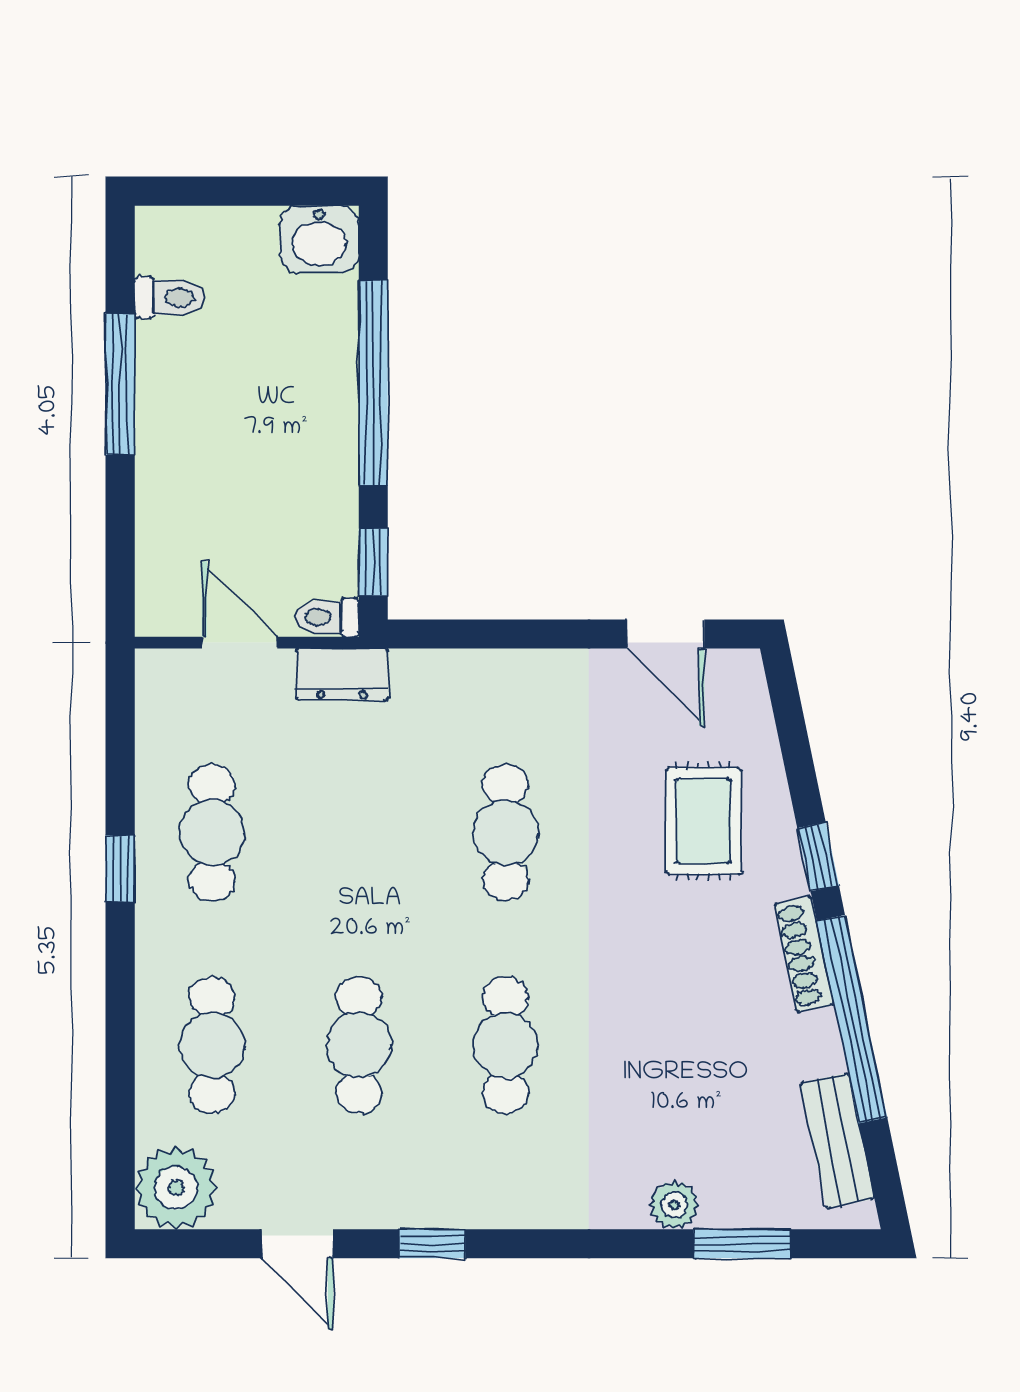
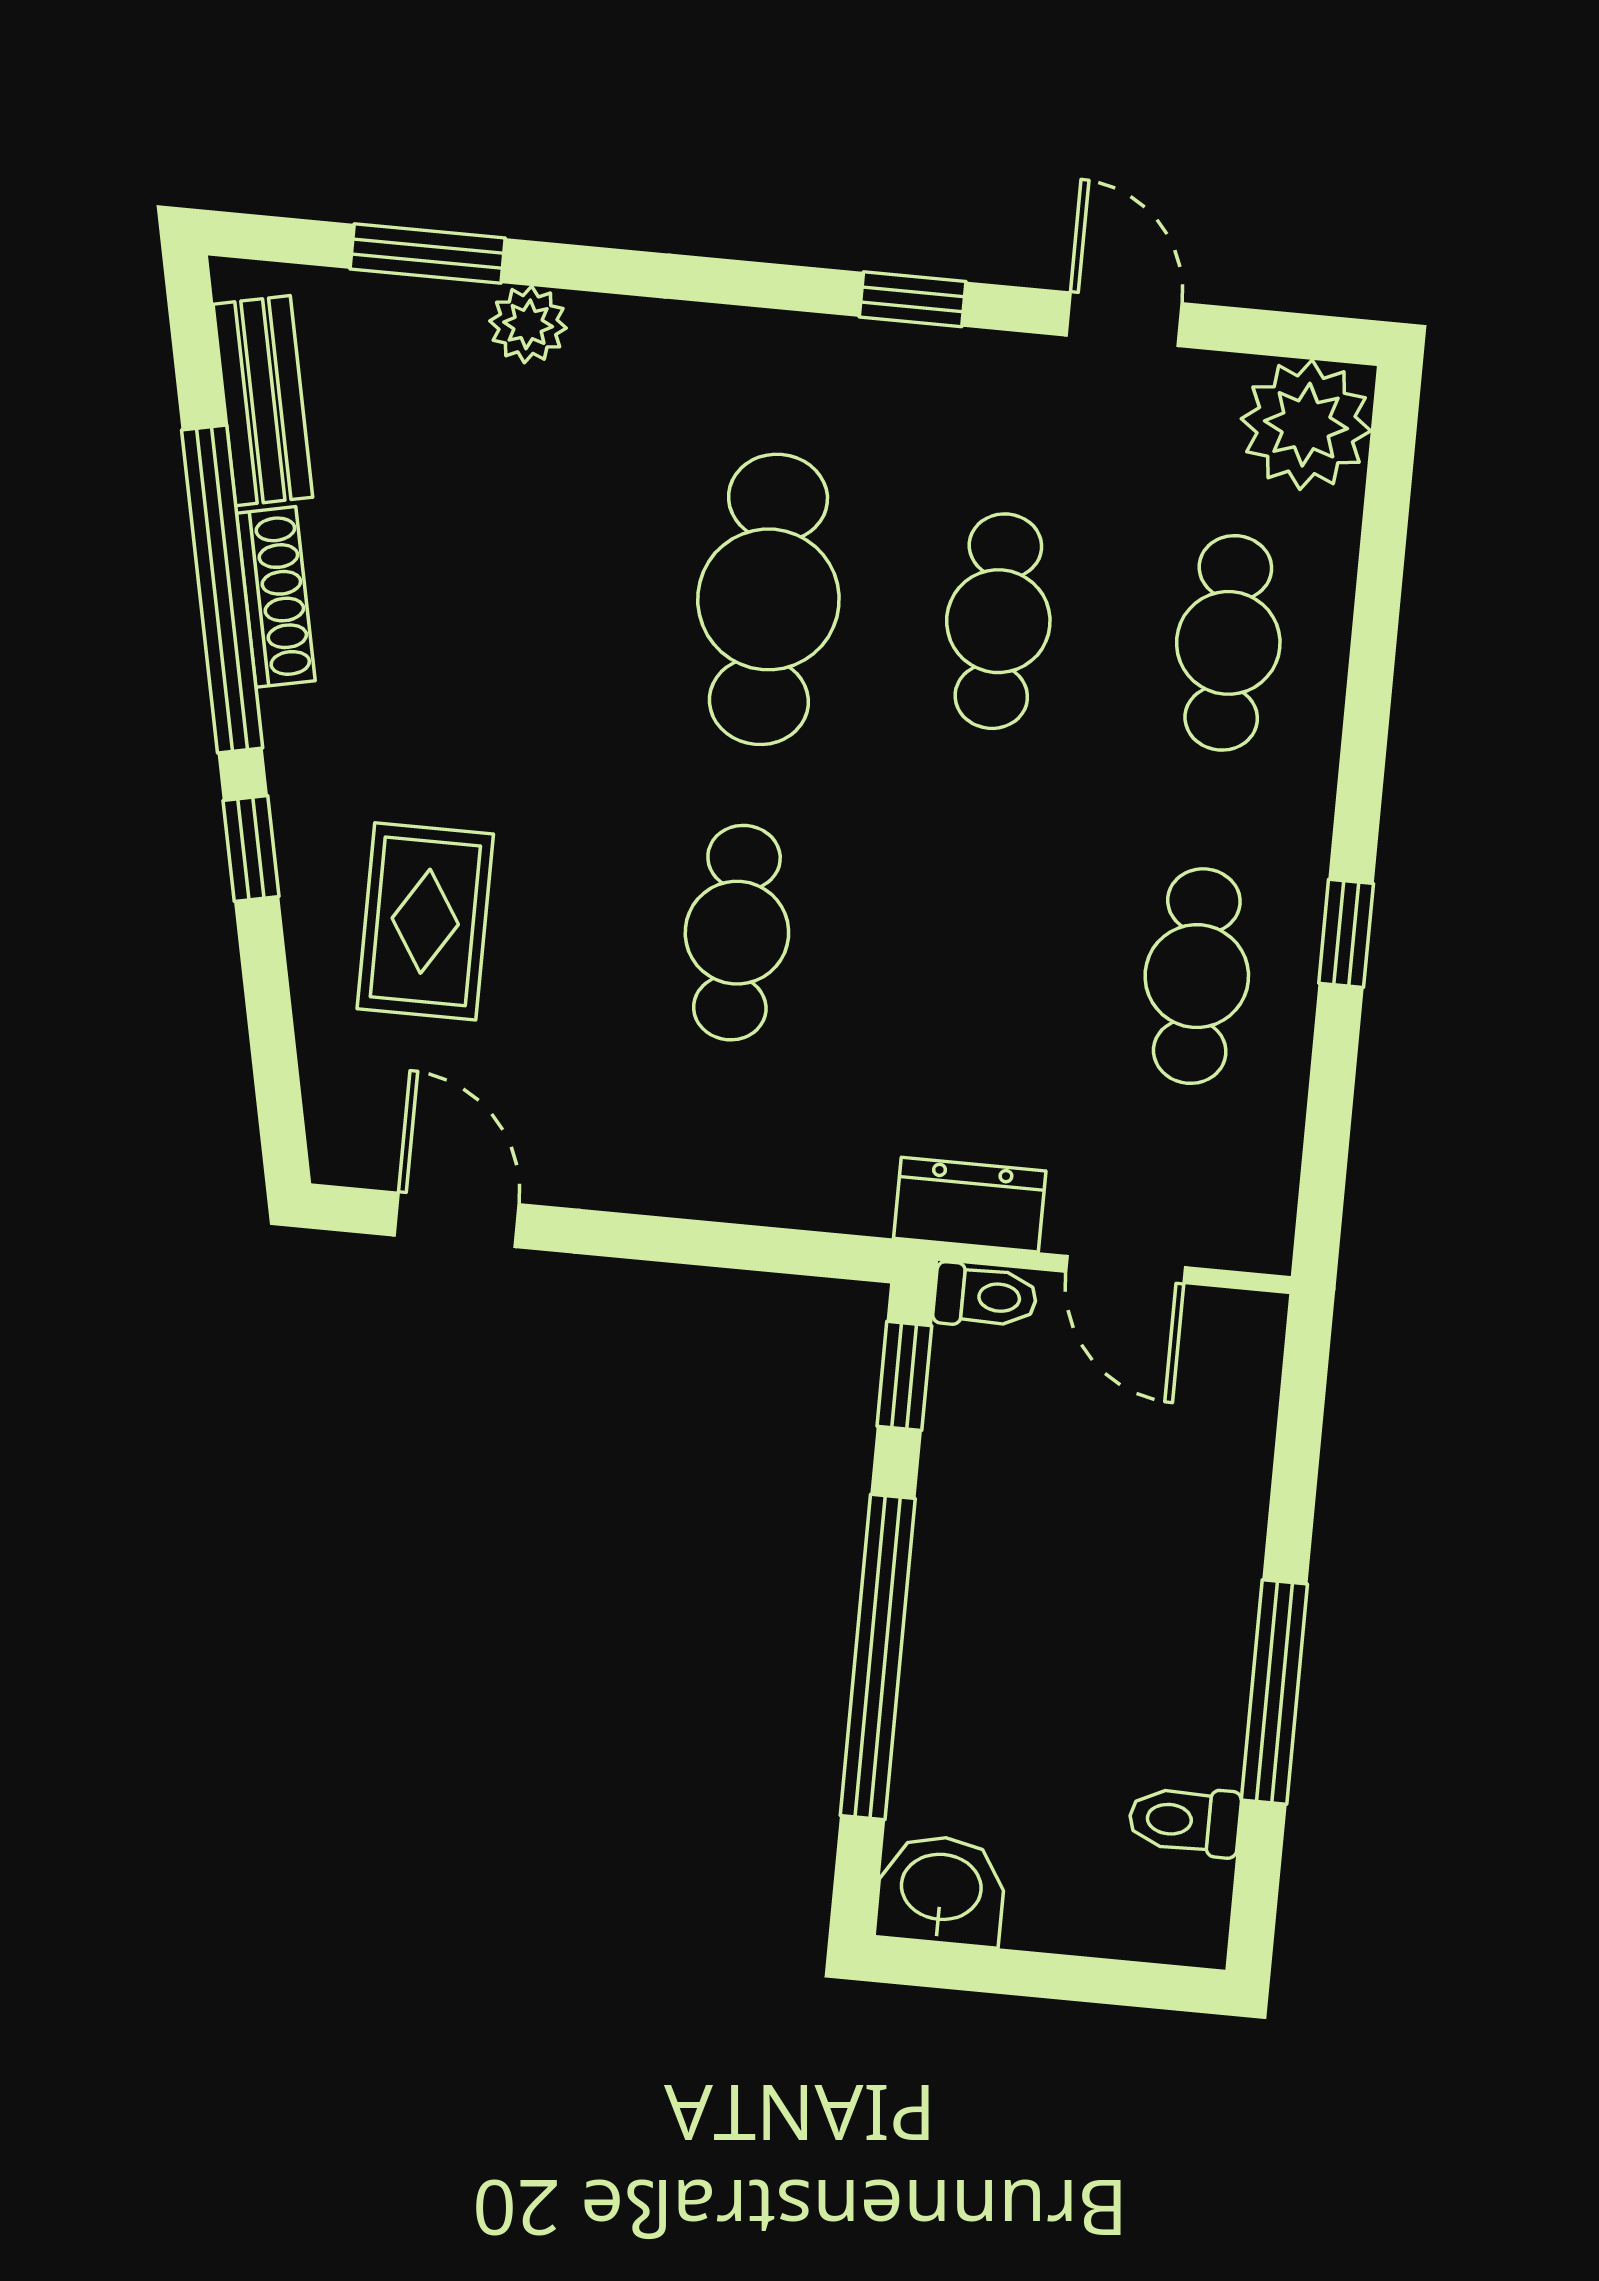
shoe rack: (804, 954) -> (276, 597), moved
cafe table: (506, 1045) -> (768, 599), width x1.37, depth x1.35

